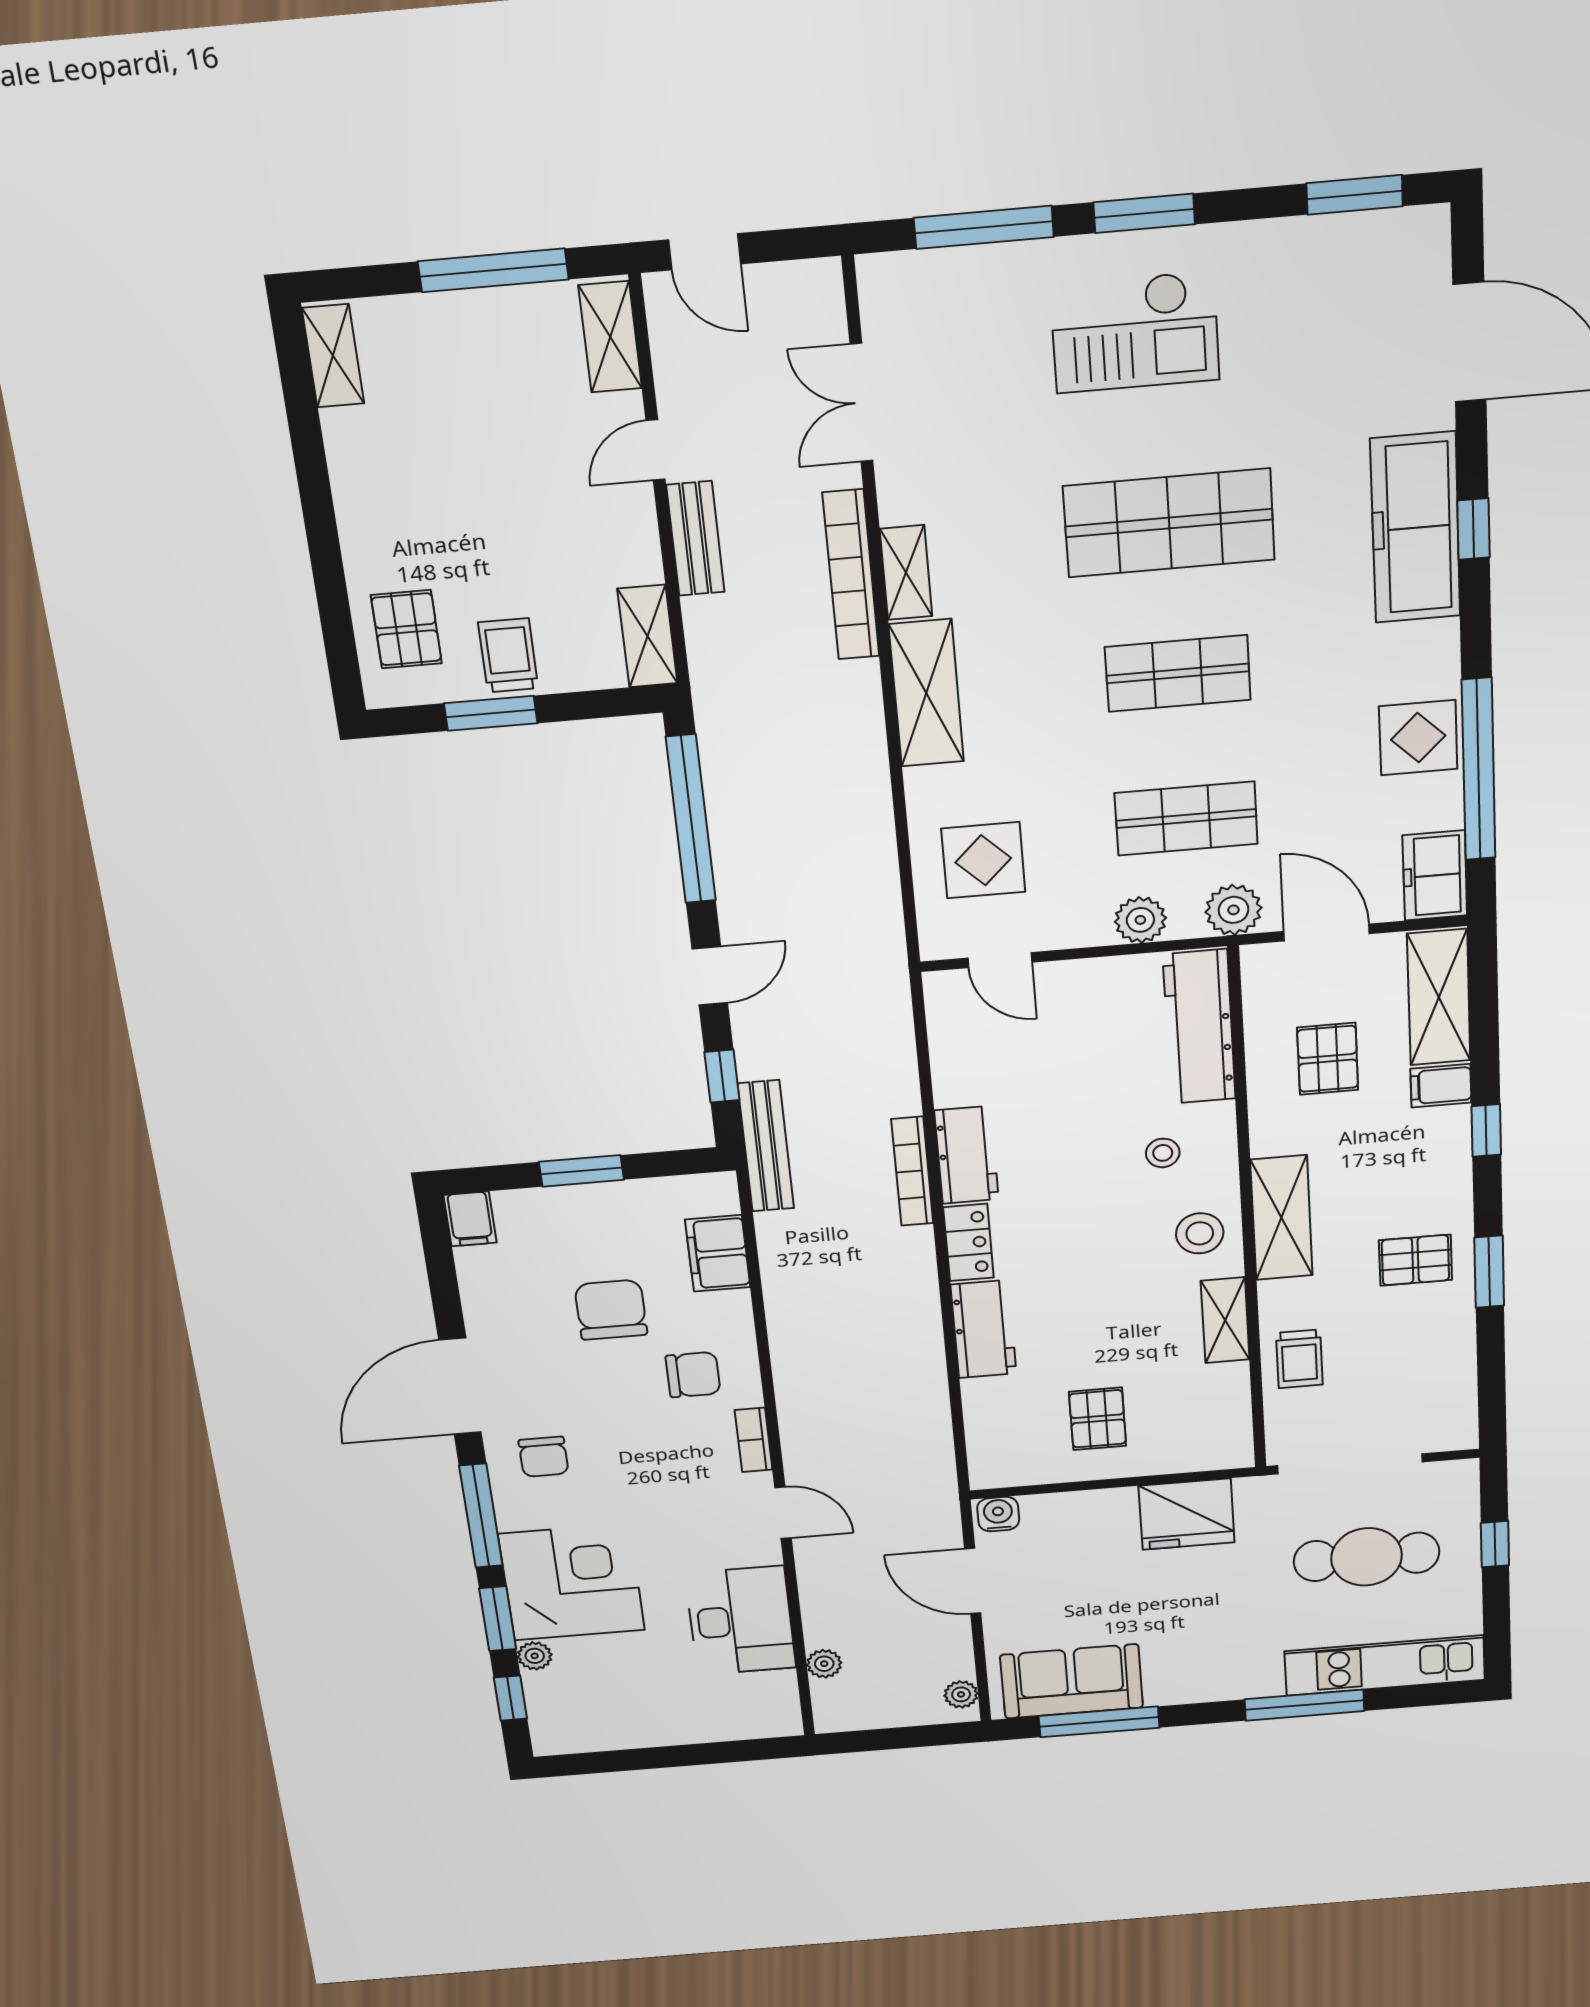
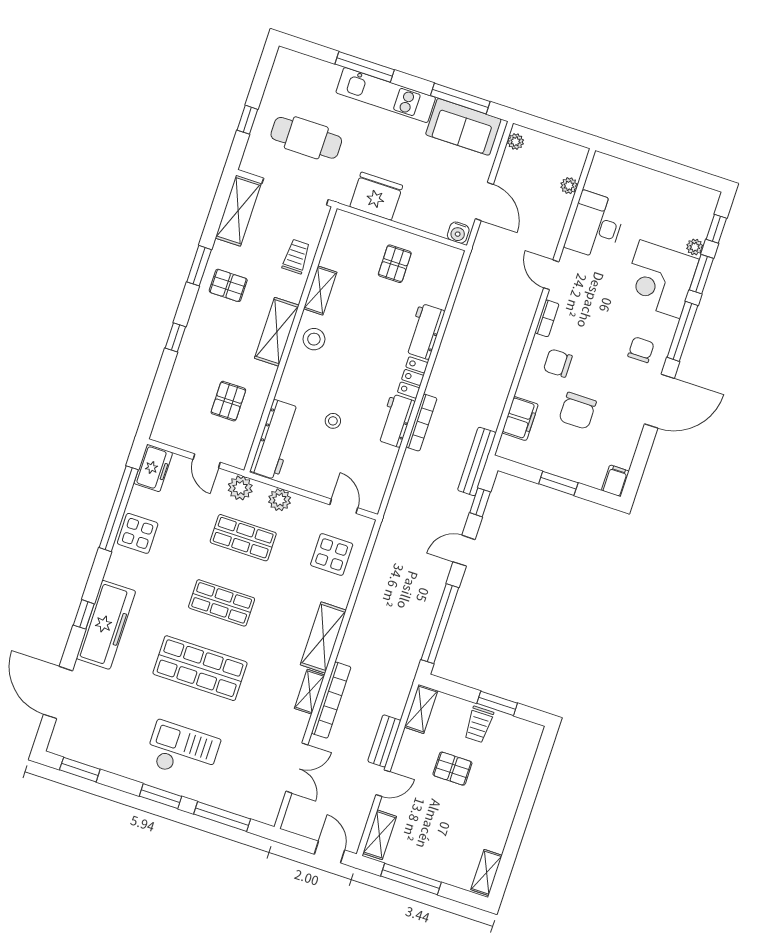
pallet: (406, 629) -> (452, 769), moved, turned 90
door: (1327, 933) -> (207, 461), width x0.73
shelving: (1439, 997) -> (238, 211), moved
filing cabinet: (1441, 1086) -> (186, 368), removed
stool: (1163, 1153) -> (333, 421), moved
kitchen unit: (1385, 1666) -> (386, 95), moved

